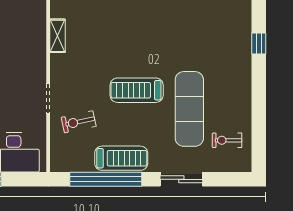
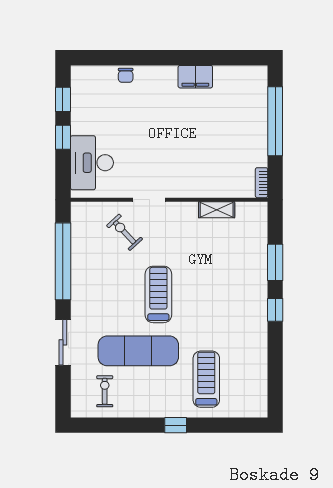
window: (259, 43) -> (176, 425), moved
exercise bike: (79, 122) -> (125, 232), turned -31
treadmill: (121, 158) -> (206, 379), moved, turned 180

